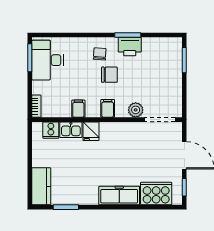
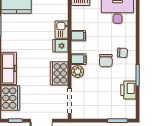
printer: (130, 47) -> (128, 90), moved
plant: (136, 110) -> (78, 72), moved
cooker: (51, 130) -> (59, 73), moved, width x1.87, depth x1.31

